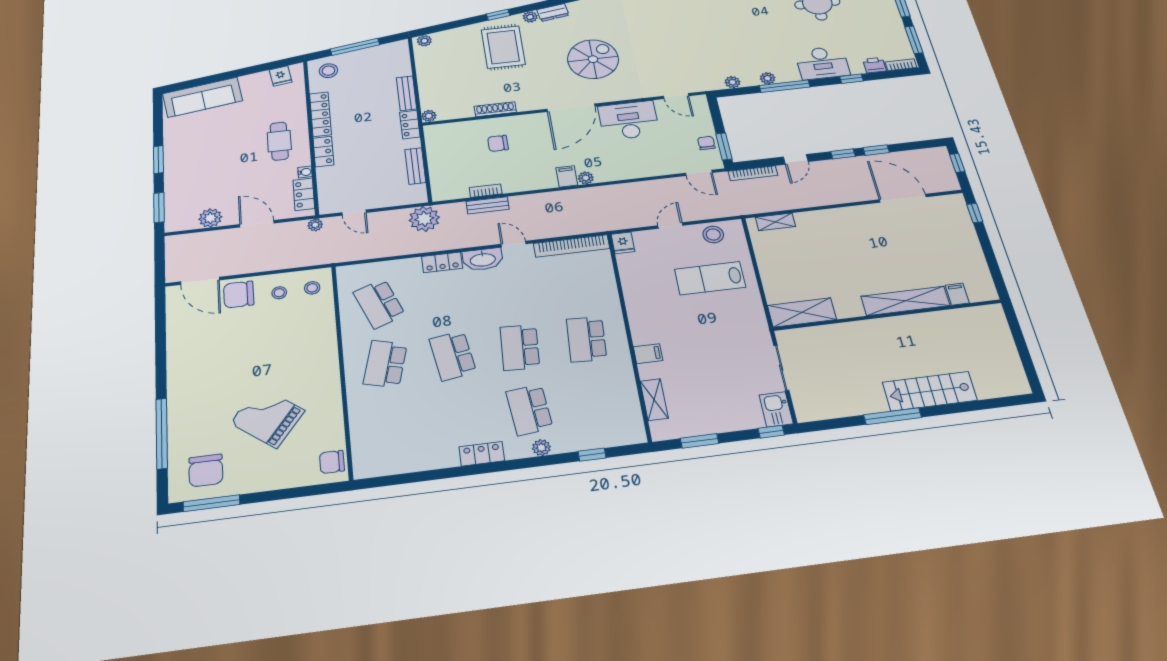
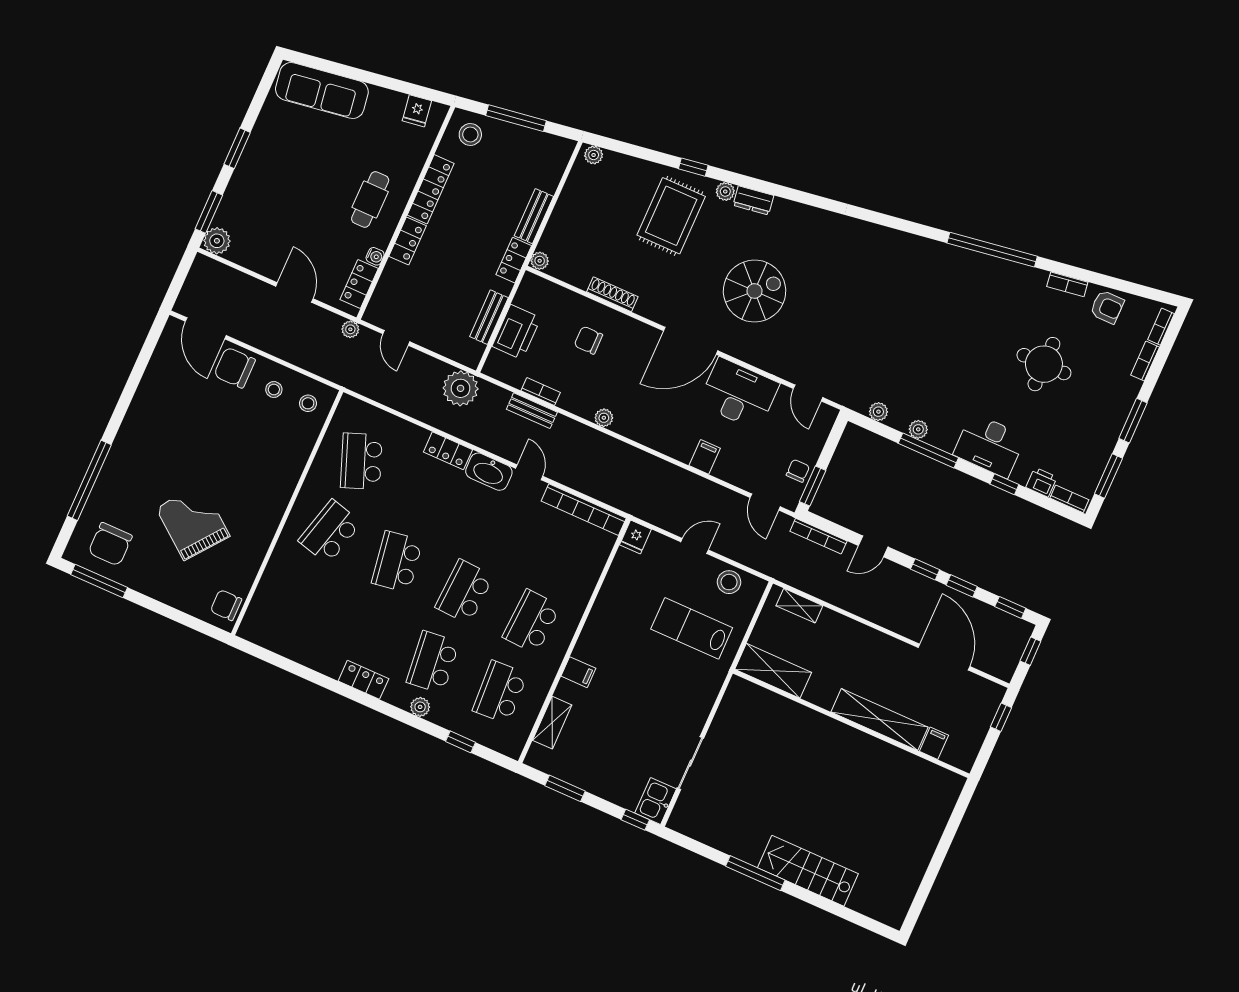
window: (920, 145) -> (1010, 607), added
printer: (442, 165) -> (516, 332), added
filing cabinet: (567, 176) -> (705, 457), moved
plant: (586, 178) -> (604, 418), moved
plant: (210, 218) -> (217, 241), moved
filing cabinet: (957, 294) -> (934, 743), moved
shelving: (905, 301) -> (880, 720), moved
shelving: (802, 312) -> (773, 671), moved
wall: (888, 315) -> (851, 724), moved
school desk: (598, 401) -> (500, 692), added

